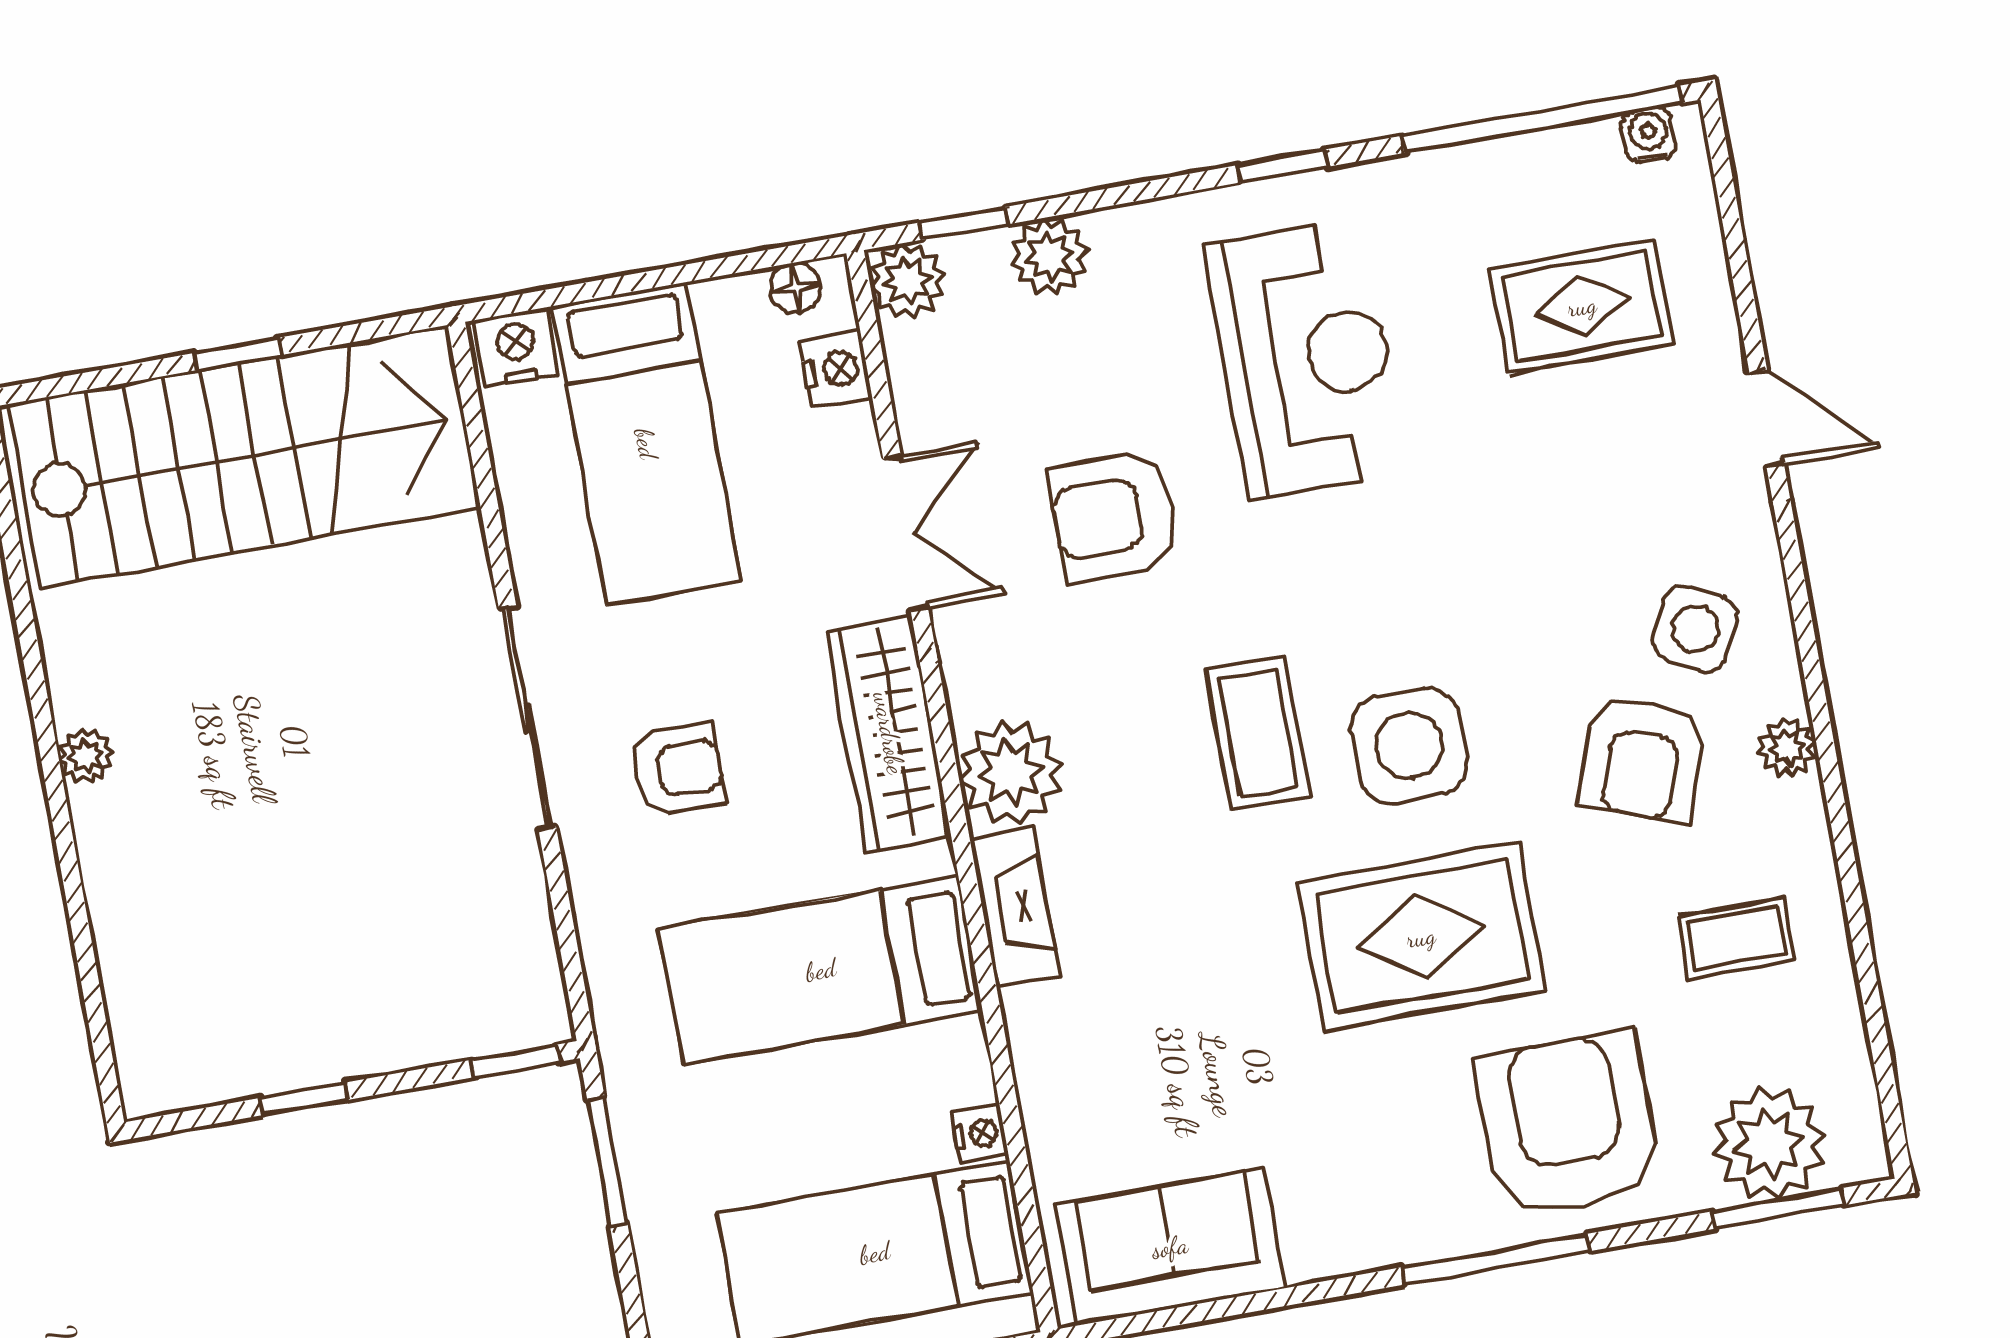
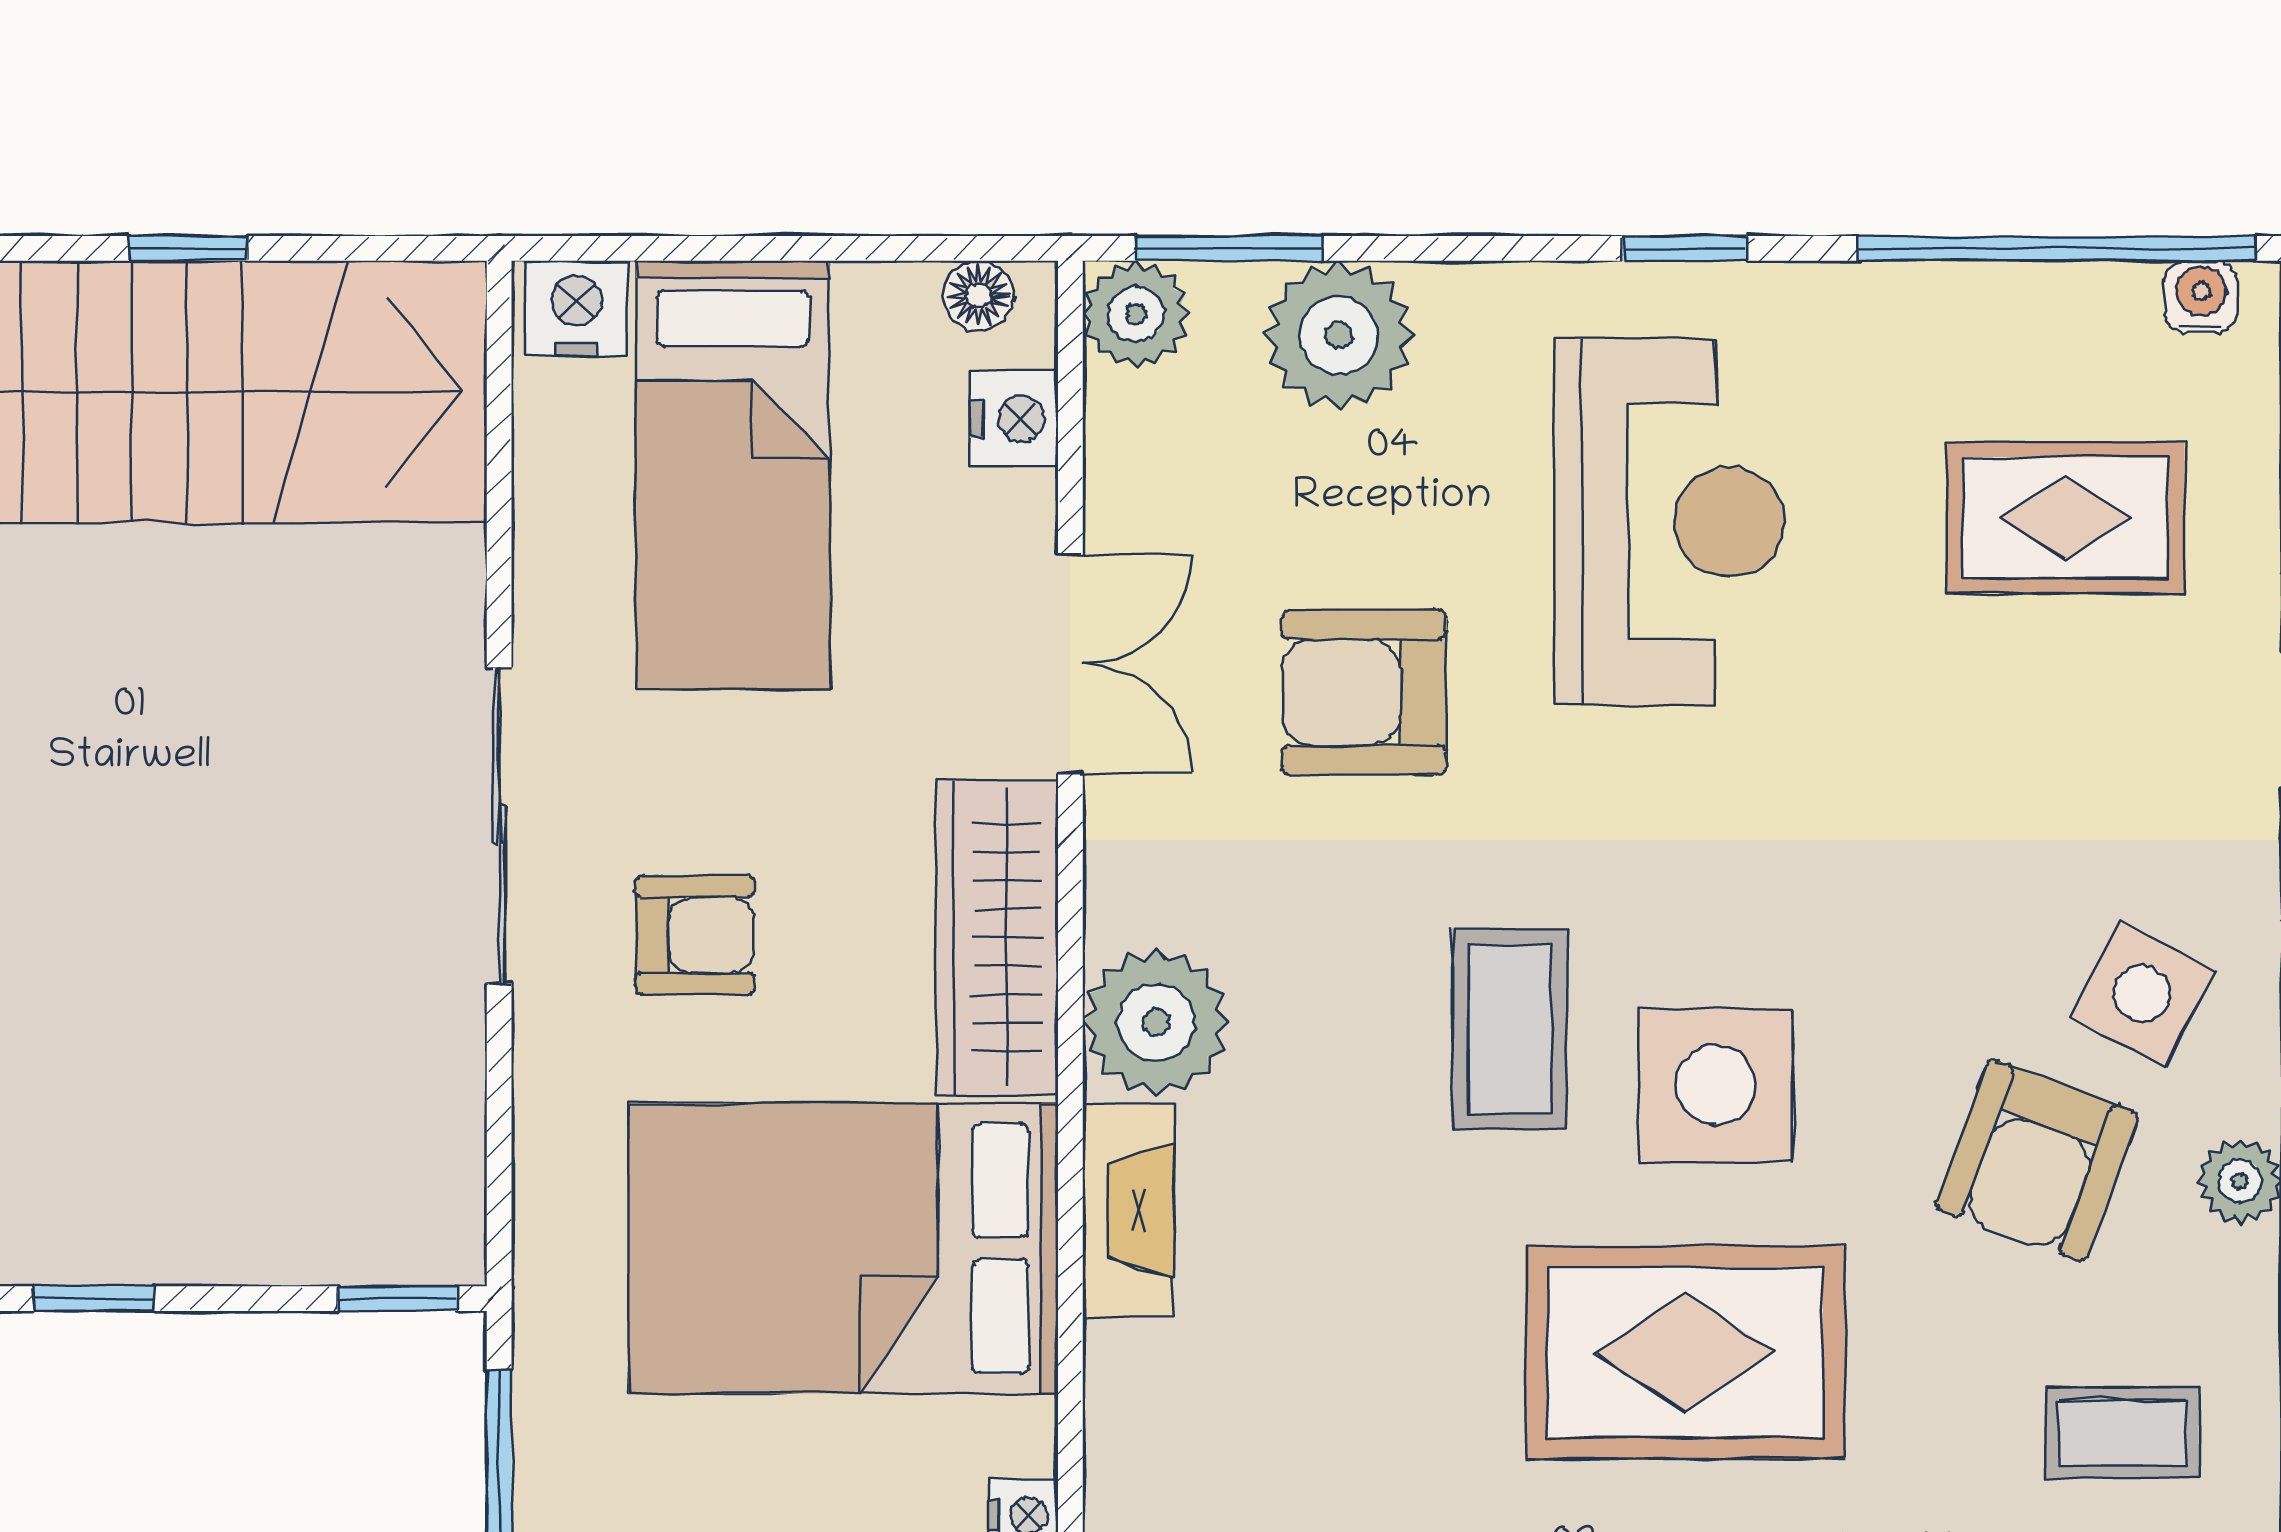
window: (964, 223) -> (1229, 248), width x1.50
plant: (1049, 256) -> (1339, 335), width x1.36, depth x1.36
bed: (821, 970) -> (843, 1248), width x1.50

